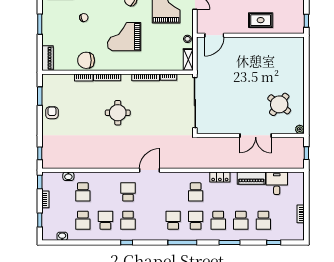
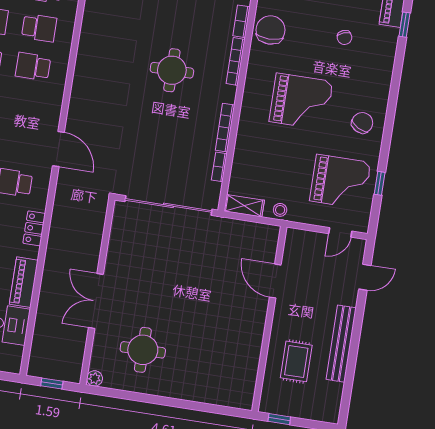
rug: (261, 20) -> (296, 361), moved
door: (214, 35) -> (275, 281), moved
grand piano: (124, 37) -> (301, 102), turned 90
round table: (279, 104) -> (143, 350), turned -38
door: (150, 170) -> (58, 149), moved
school desk: (105, 192) -> (39, 28), added
school desk: (128, 192) -> (33, 67), turned 180

